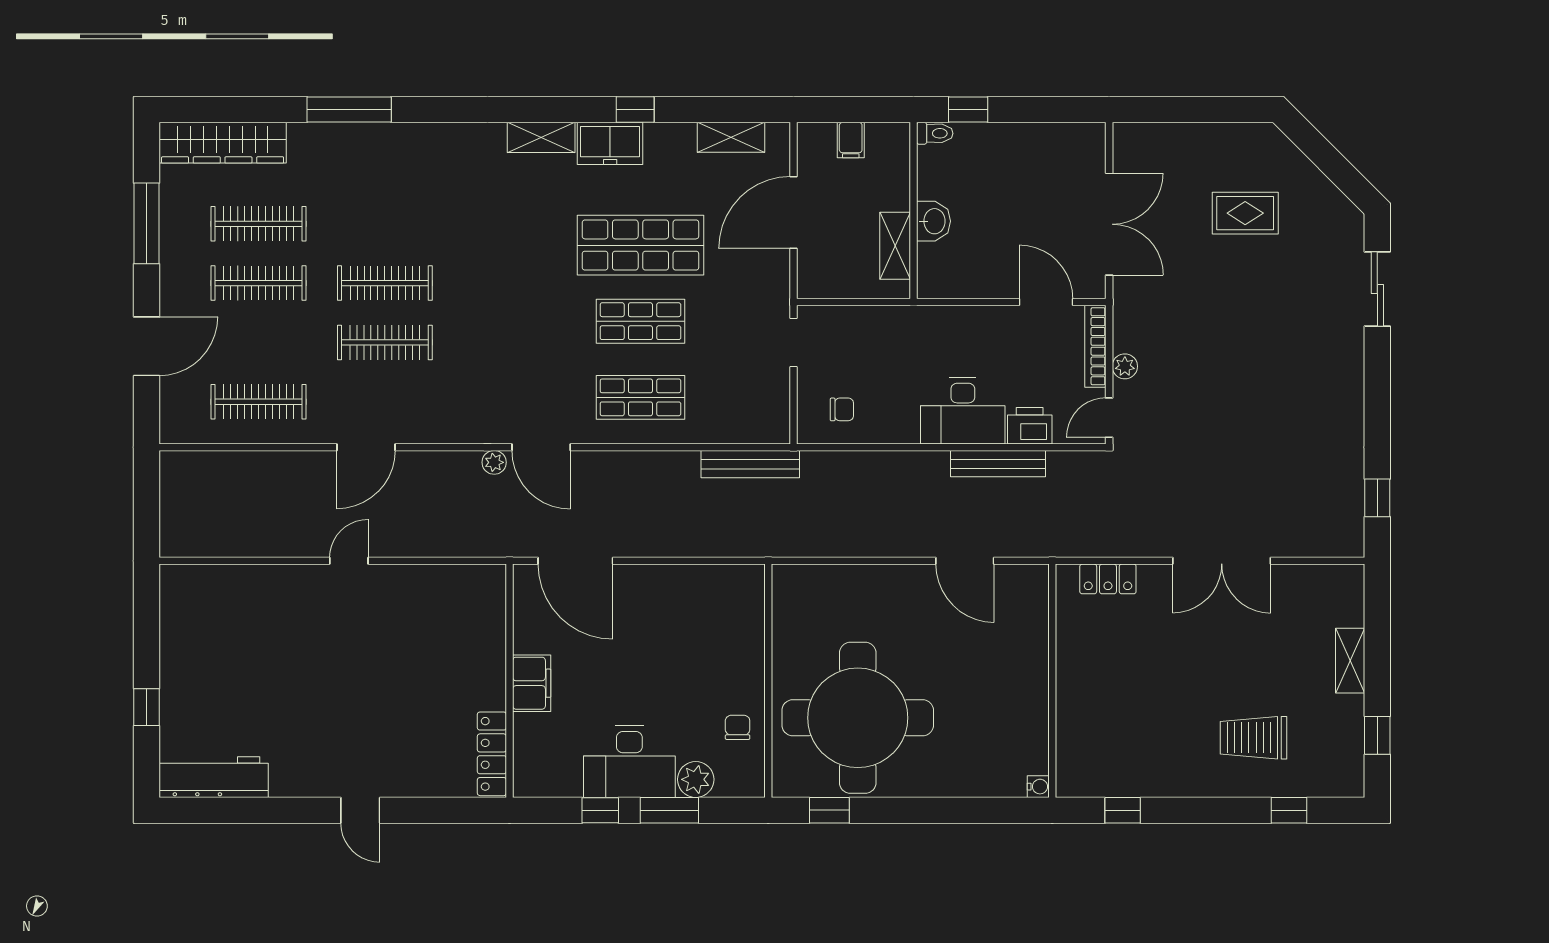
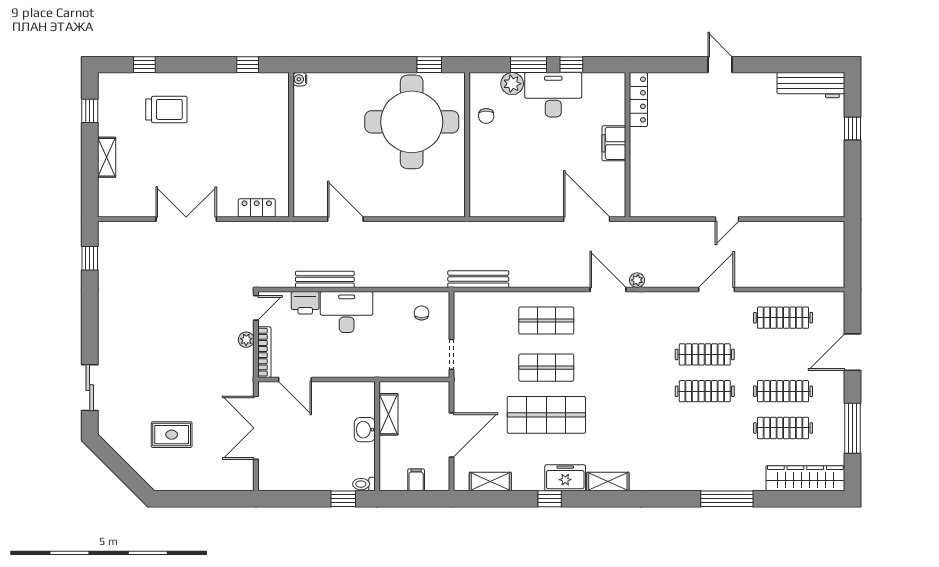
chair: (842, 409) -> (422, 313), turned 90

